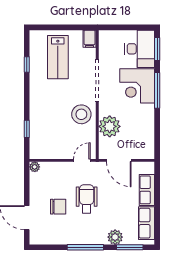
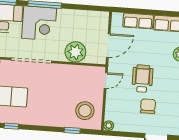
stool: (81, 114) -> (85, 111), moved
door: (82, 160) -> (106, 81), swing flipped
wheelchair: (87, 199) -> (142, 79), turned 90

